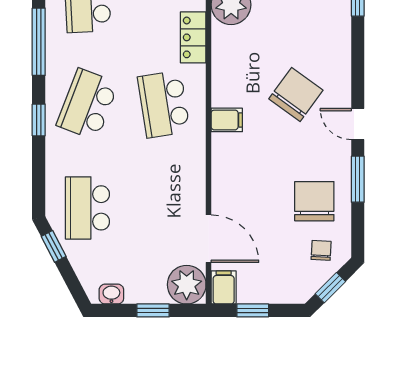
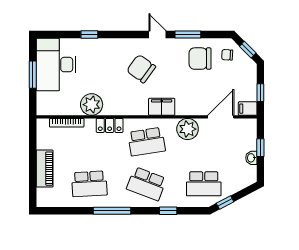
window: (39, 120) -> (168, 211), moved
filing cabinet: (227, 120) -> (162, 107), width x2.00
door: (358, 124) -> (157, 35), swing flipped
plant: (187, 285) -> (188, 129), moved
washbasin: (111, 294) -> (251, 158), moved

